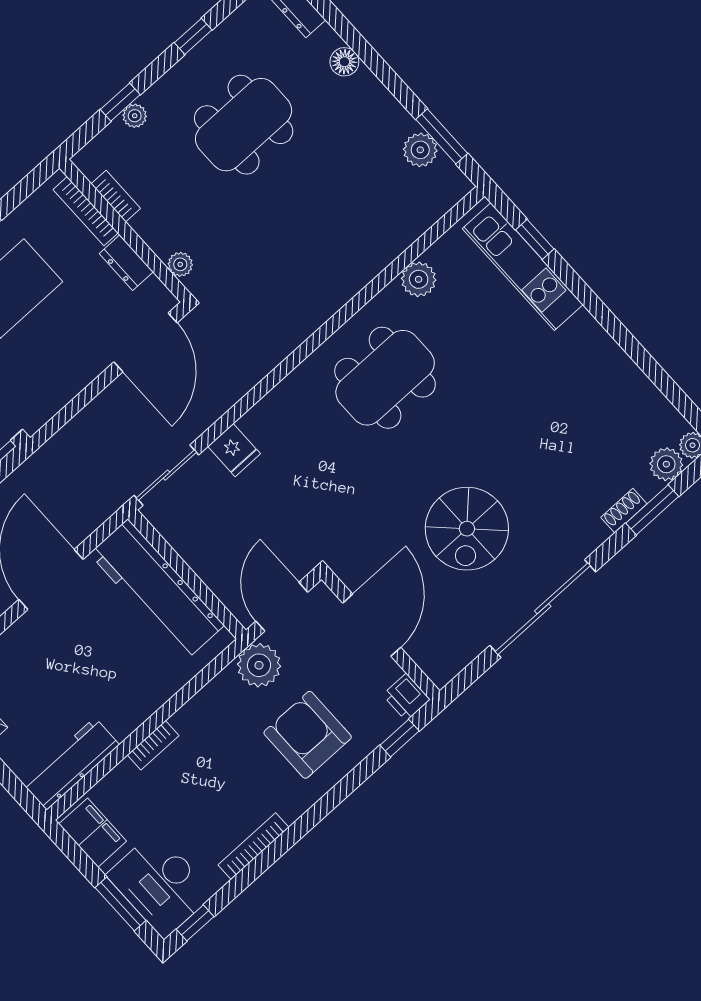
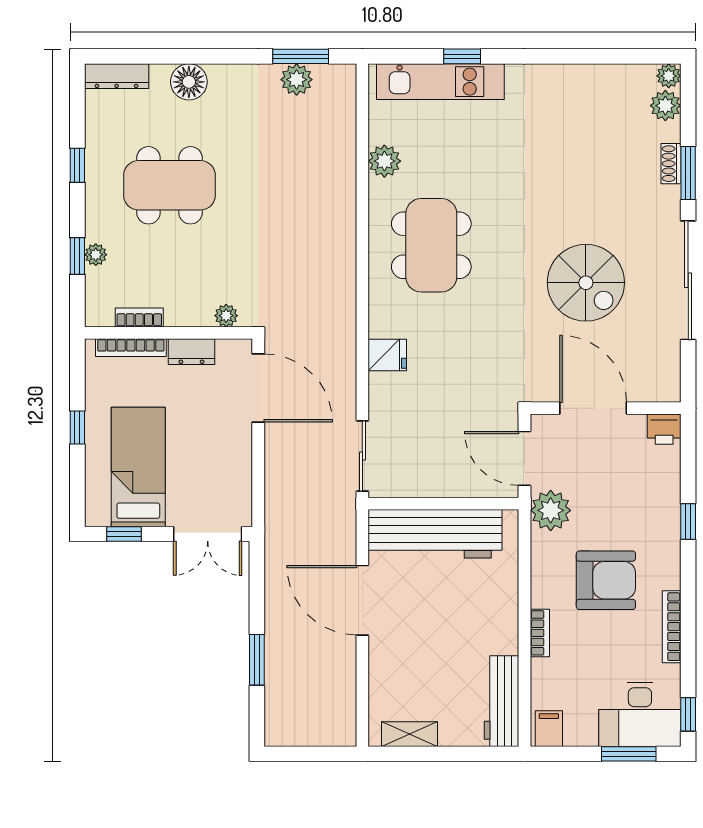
floor lamp: (344, 62) -> (189, 82), width x1.38, depth x1.38
dining table: (244, 125) -> (169, 185), turned 90
window: (535, 239) -> (462, 56), moved
fridge: (234, 450) -> (387, 355), moved
window: (652, 510) -> (688, 173), moved
armchair: (308, 735) -> (606, 580), moved, turned 180
window: (400, 738) -> (688, 521), moved
filing cabinet: (93, 833) -> (549, 729), width x0.50

